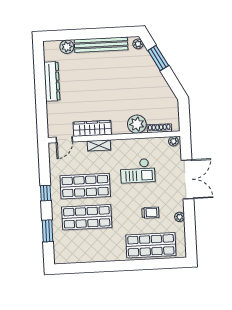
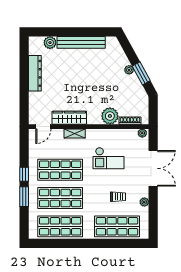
plant: (138, 44) -> (129, 70), moved
window: (158, 58) -> (141, 73), moved
window: (48, 231) -> (24, 197), moved
shop shelf: (88, 248) -> (60, 226), added

